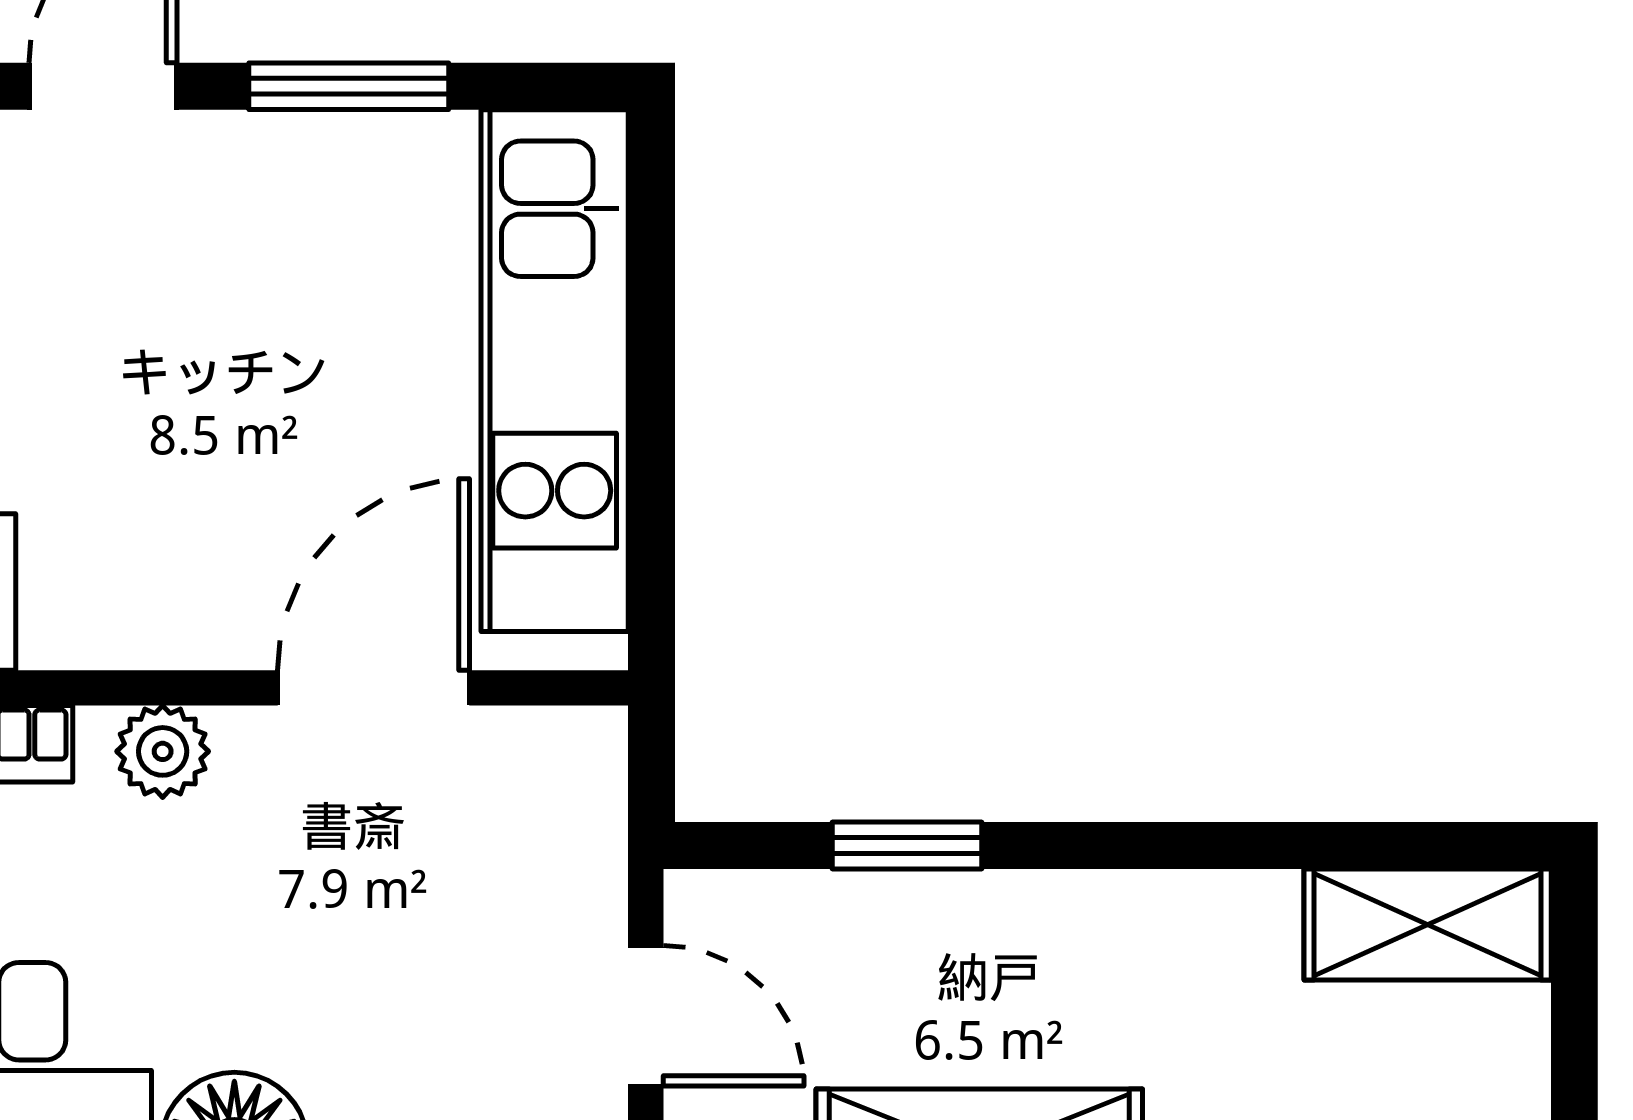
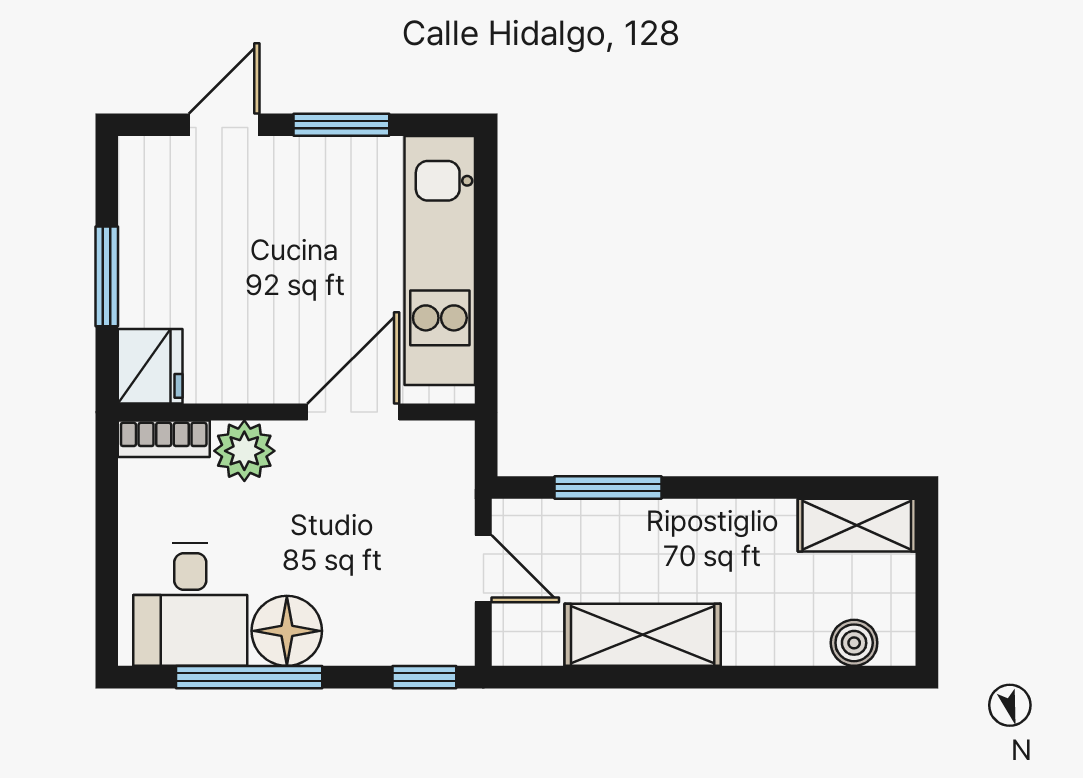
plant: (163, 751) -> (244, 451), width x1.38, depth x1.38
window: (907, 846) -> (608, 487), width x1.50

